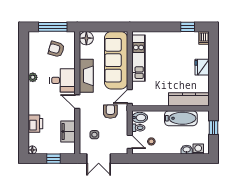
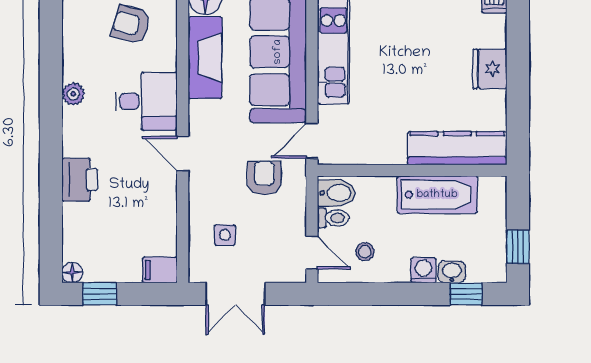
fireplace: (86, 76) -> (205, 58), moved
printer: (35, 124) -> (80, 180), moved
window: (214, 128) -> (518, 247), moved
filing cabinet: (68, 132) -> (160, 270), moved, width x0.50
washing machine: (198, 149) -> (423, 270), moved
window: (54, 159) -> (100, 294), moved
window: (192, 159) -> (466, 294), added

